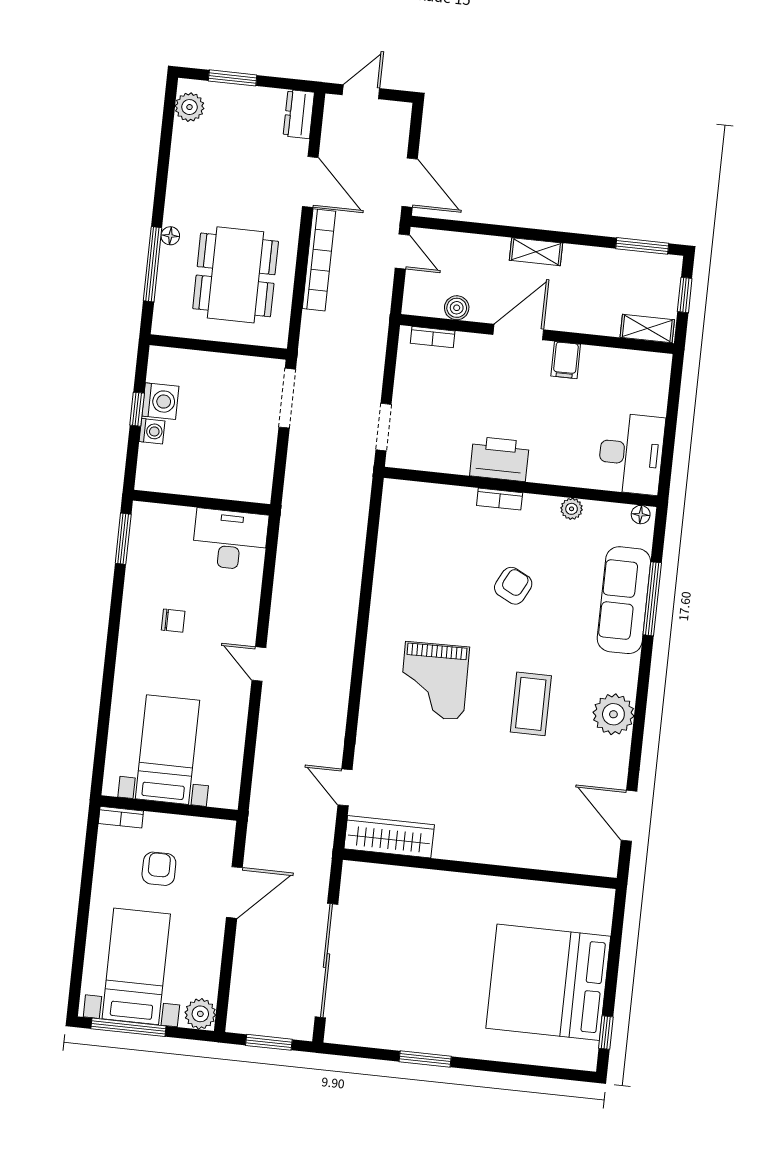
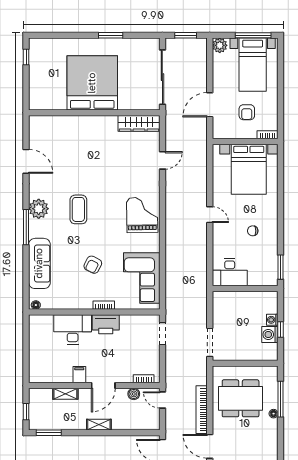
door: (402, 252) -> (162, 400), moved
dining table: (236, 275) -> (241, 398), turned 90
shelving: (647, 329) -> (65, 394), moved
desk: (631, 454) -> (73, 329), moved, turned 90
plant: (572, 509) -> (69, 304), removed
corner sofa: (414, 547) -> (142, 278), added
window: (652, 599) -> (26, 227), moved
grand piano: (434, 681) -> (142, 215), moved
bed with nightstands: (168, 750) -> (249, 169), width x1.36
door: (345, 787) -> (162, 160), hinge flipped
wardrobe: (389, 837) -> (139, 123), moved
wall: (480, 869) -> (94, 113), moved
bed: (548, 982) -> (92, 83), moved, turned -90

